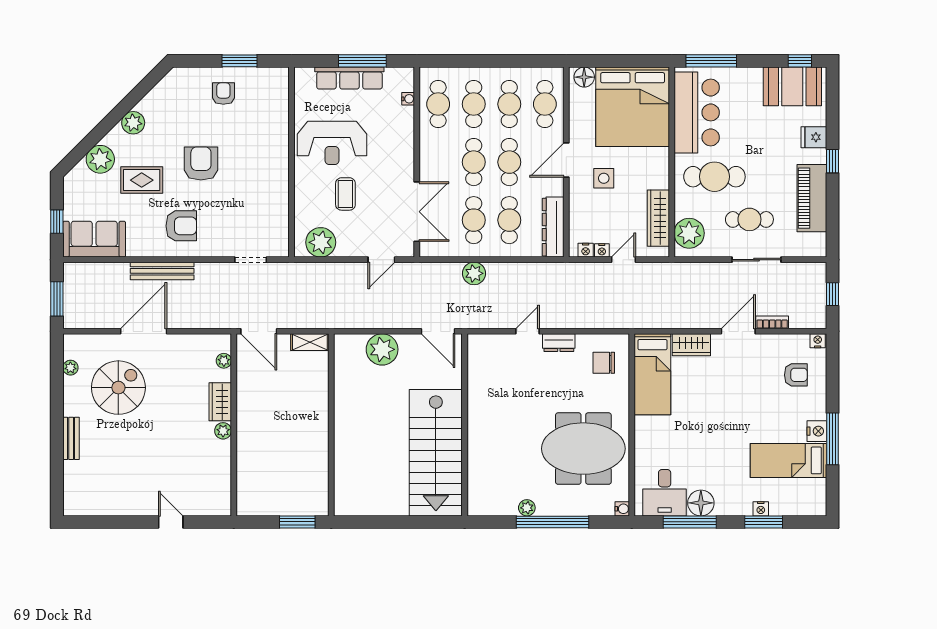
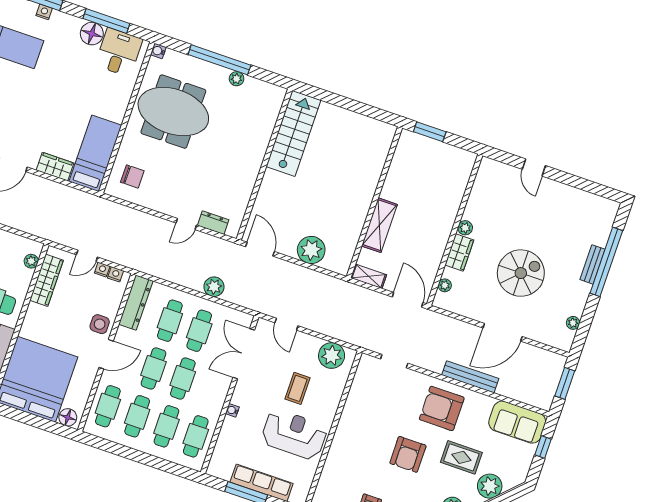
water cooler: (408, 99) -> (232, 410), moved
side table: (604, 178) -> (100, 324), moved
armchair: (181, 226) -> (442, 408), width x1.36, depth x1.36
plant: (689, 233) -> (31, 261), width x0.53, depth x0.53
door: (381, 260) -> (286, 324), swing flipped
dresser: (559, 343) -> (213, 223), moved
spiral stairs: (118, 388) -> (521, 273), moved, turned 180
shelving: (317, 402) -> (379, 225), added
window: (57, 446) -> (606, 262), added
stairs: (436, 453) -> (293, 133), width x0.73, depth x0.66

